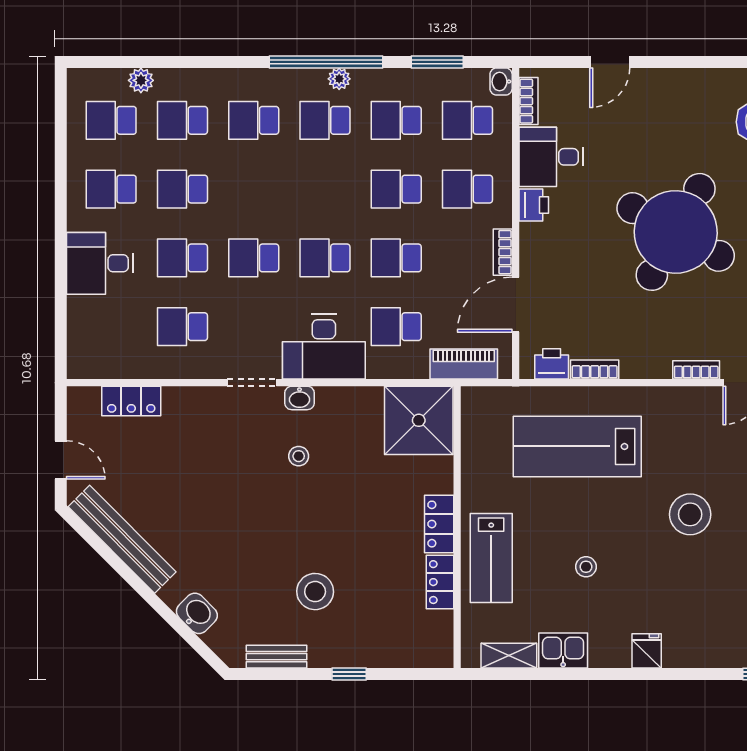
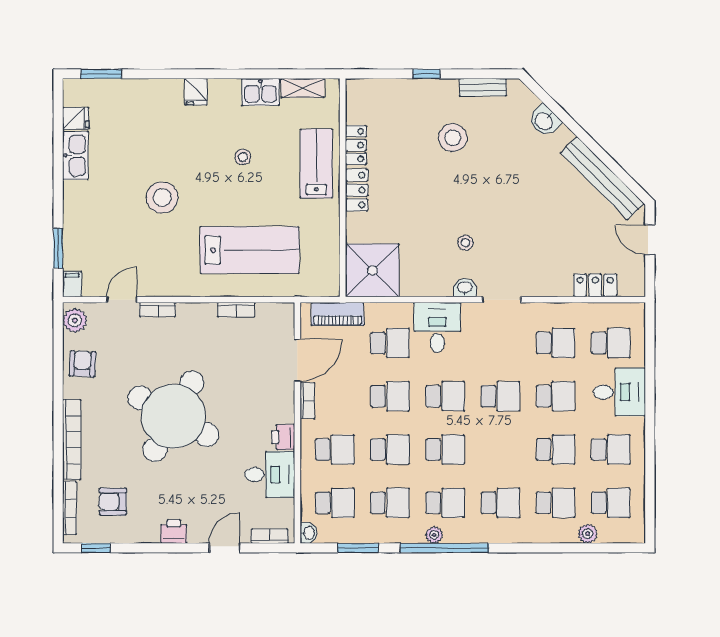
bookcase: (529, 101) -> (270, 536), moved, turned 90
school desk: (325, 189) -> (445, 450), added
school desk: (111, 327) -> (611, 343), added
desk: (324, 347) -> (437, 327), width x0.73
printer: (552, 364) -> (174, 532), moved, turned 180

